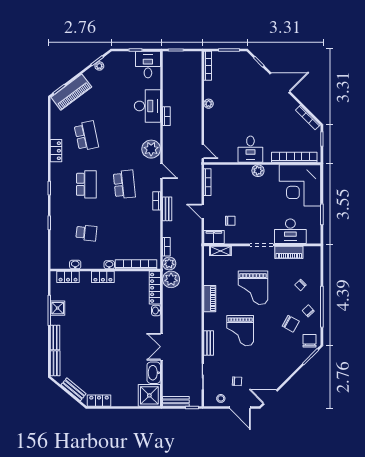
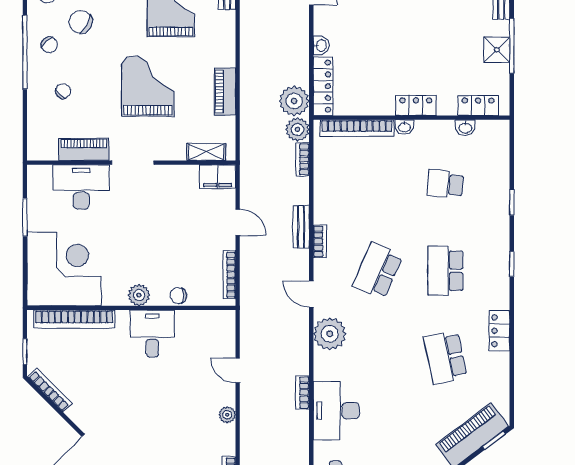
door: (203, 152) -> (238, 370), moved
school desk: (124, 184) -> (378, 271), turned 30
chair: (230, 221) -> (178, 296), moved
piano: (210, 299) -> (225, 92), moved

